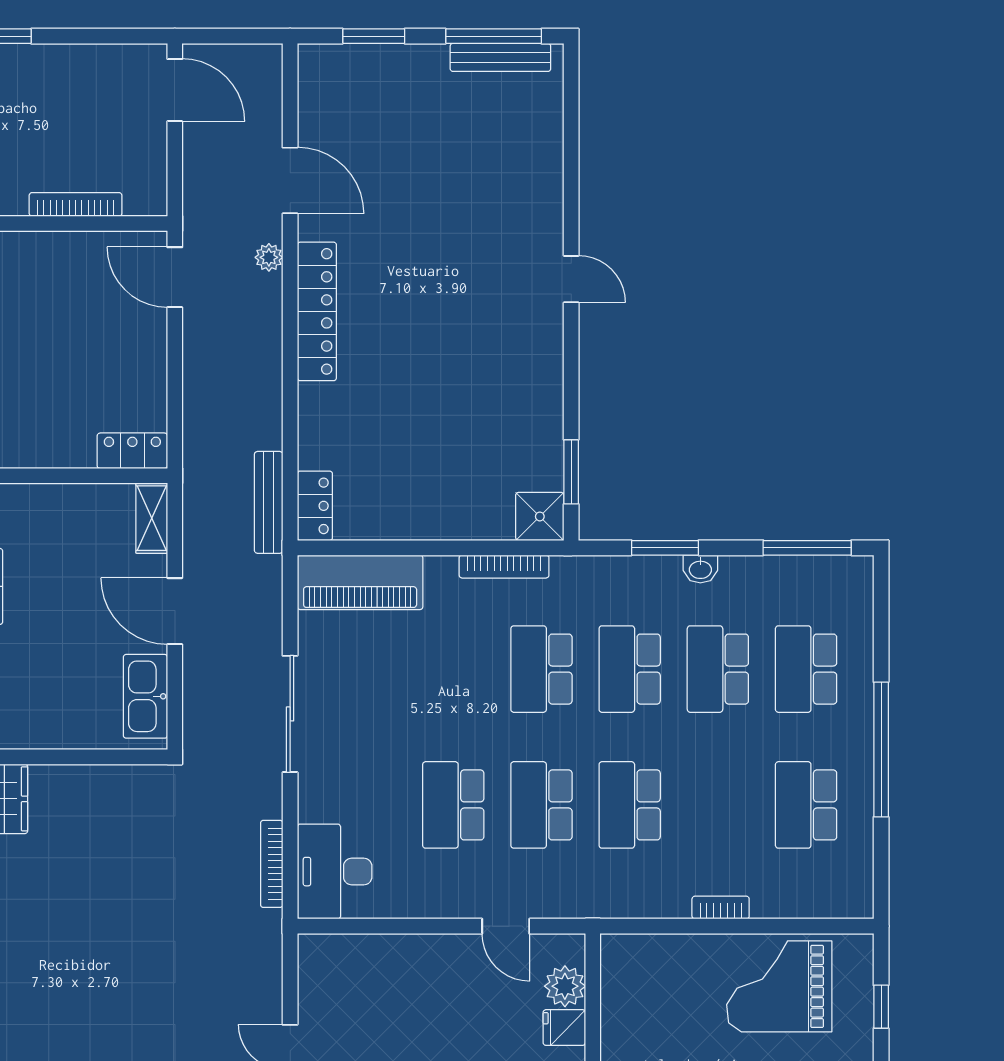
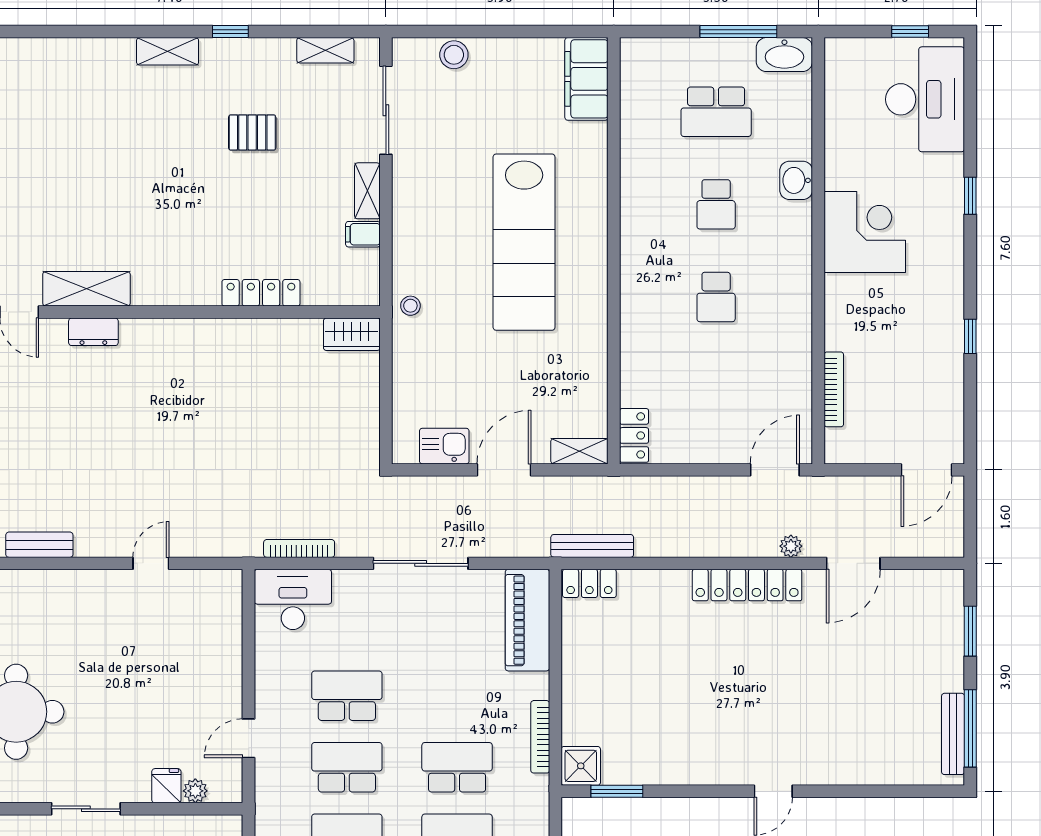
kitchen sink: (145, 696) -> (444, 446), width x0.73
plant: (565, 986) -> (195, 791), width x0.73, depth x0.73

